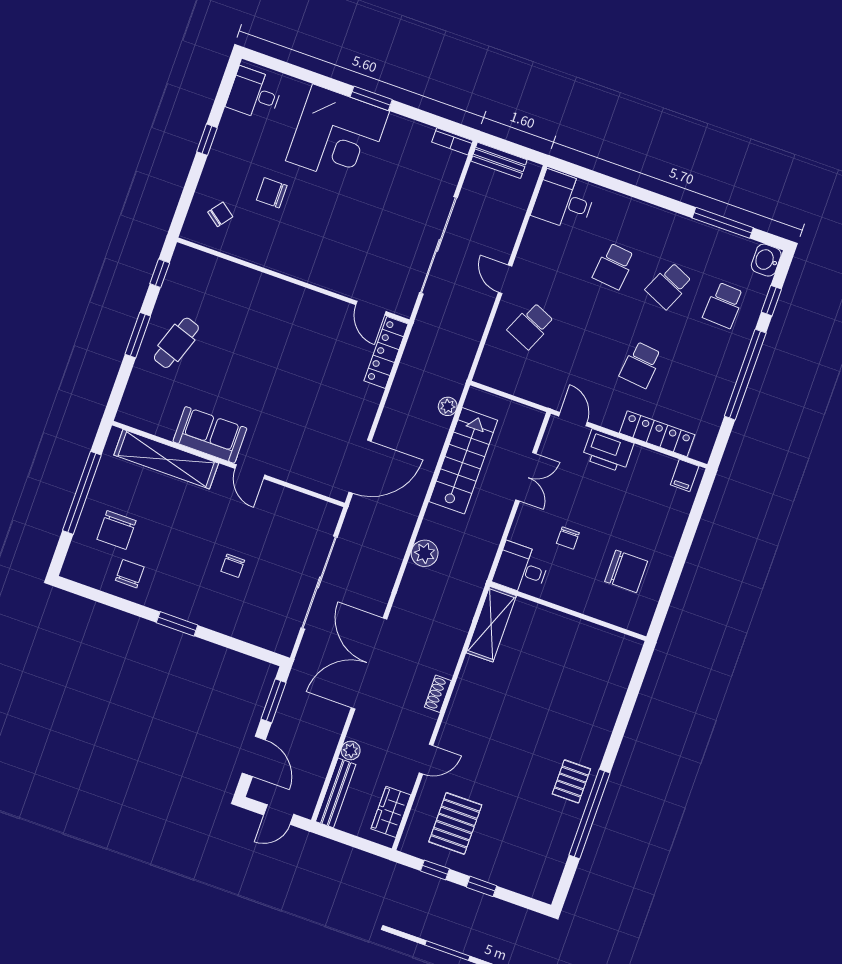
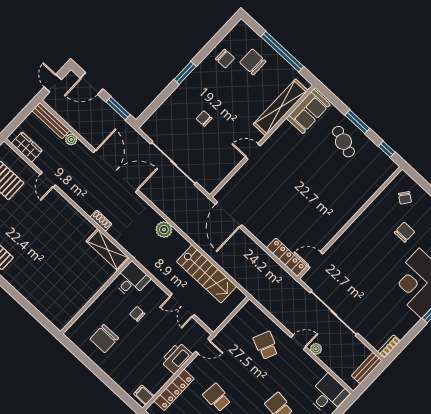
plant: (448, 406) -> (316, 349), moved
sofa: (210, 435) -> (308, 111), moved
shoe rack: (438, 694) -> (101, 221), moved

